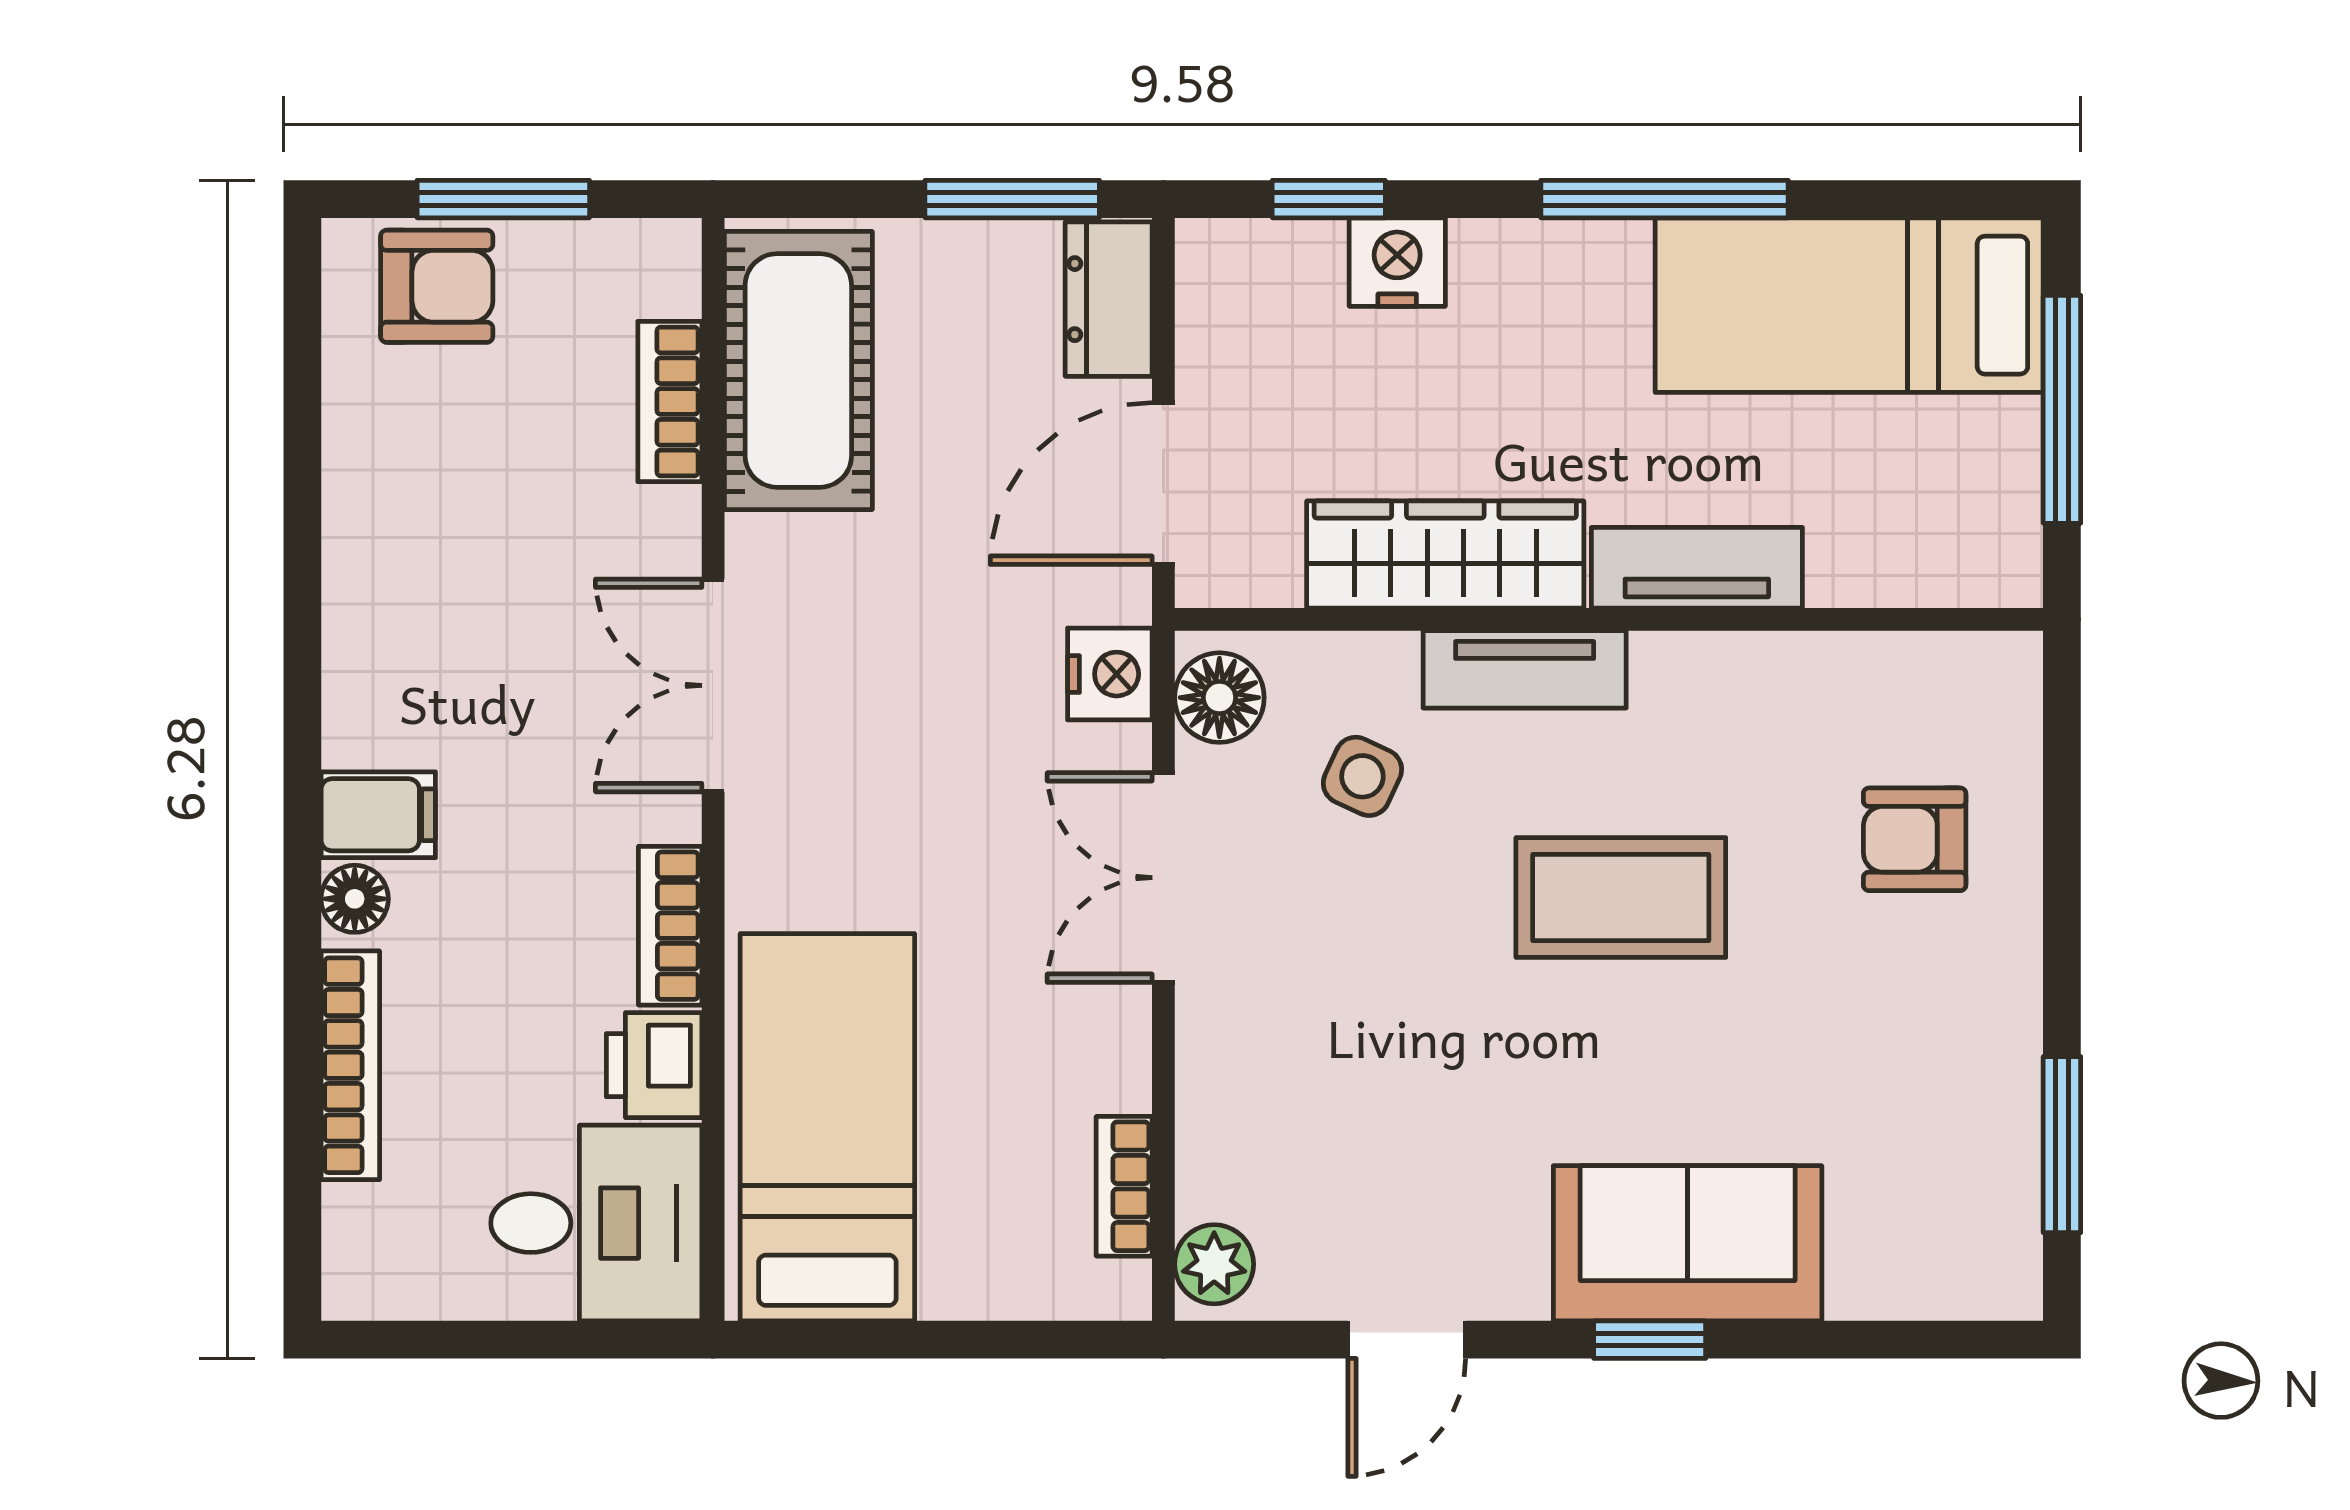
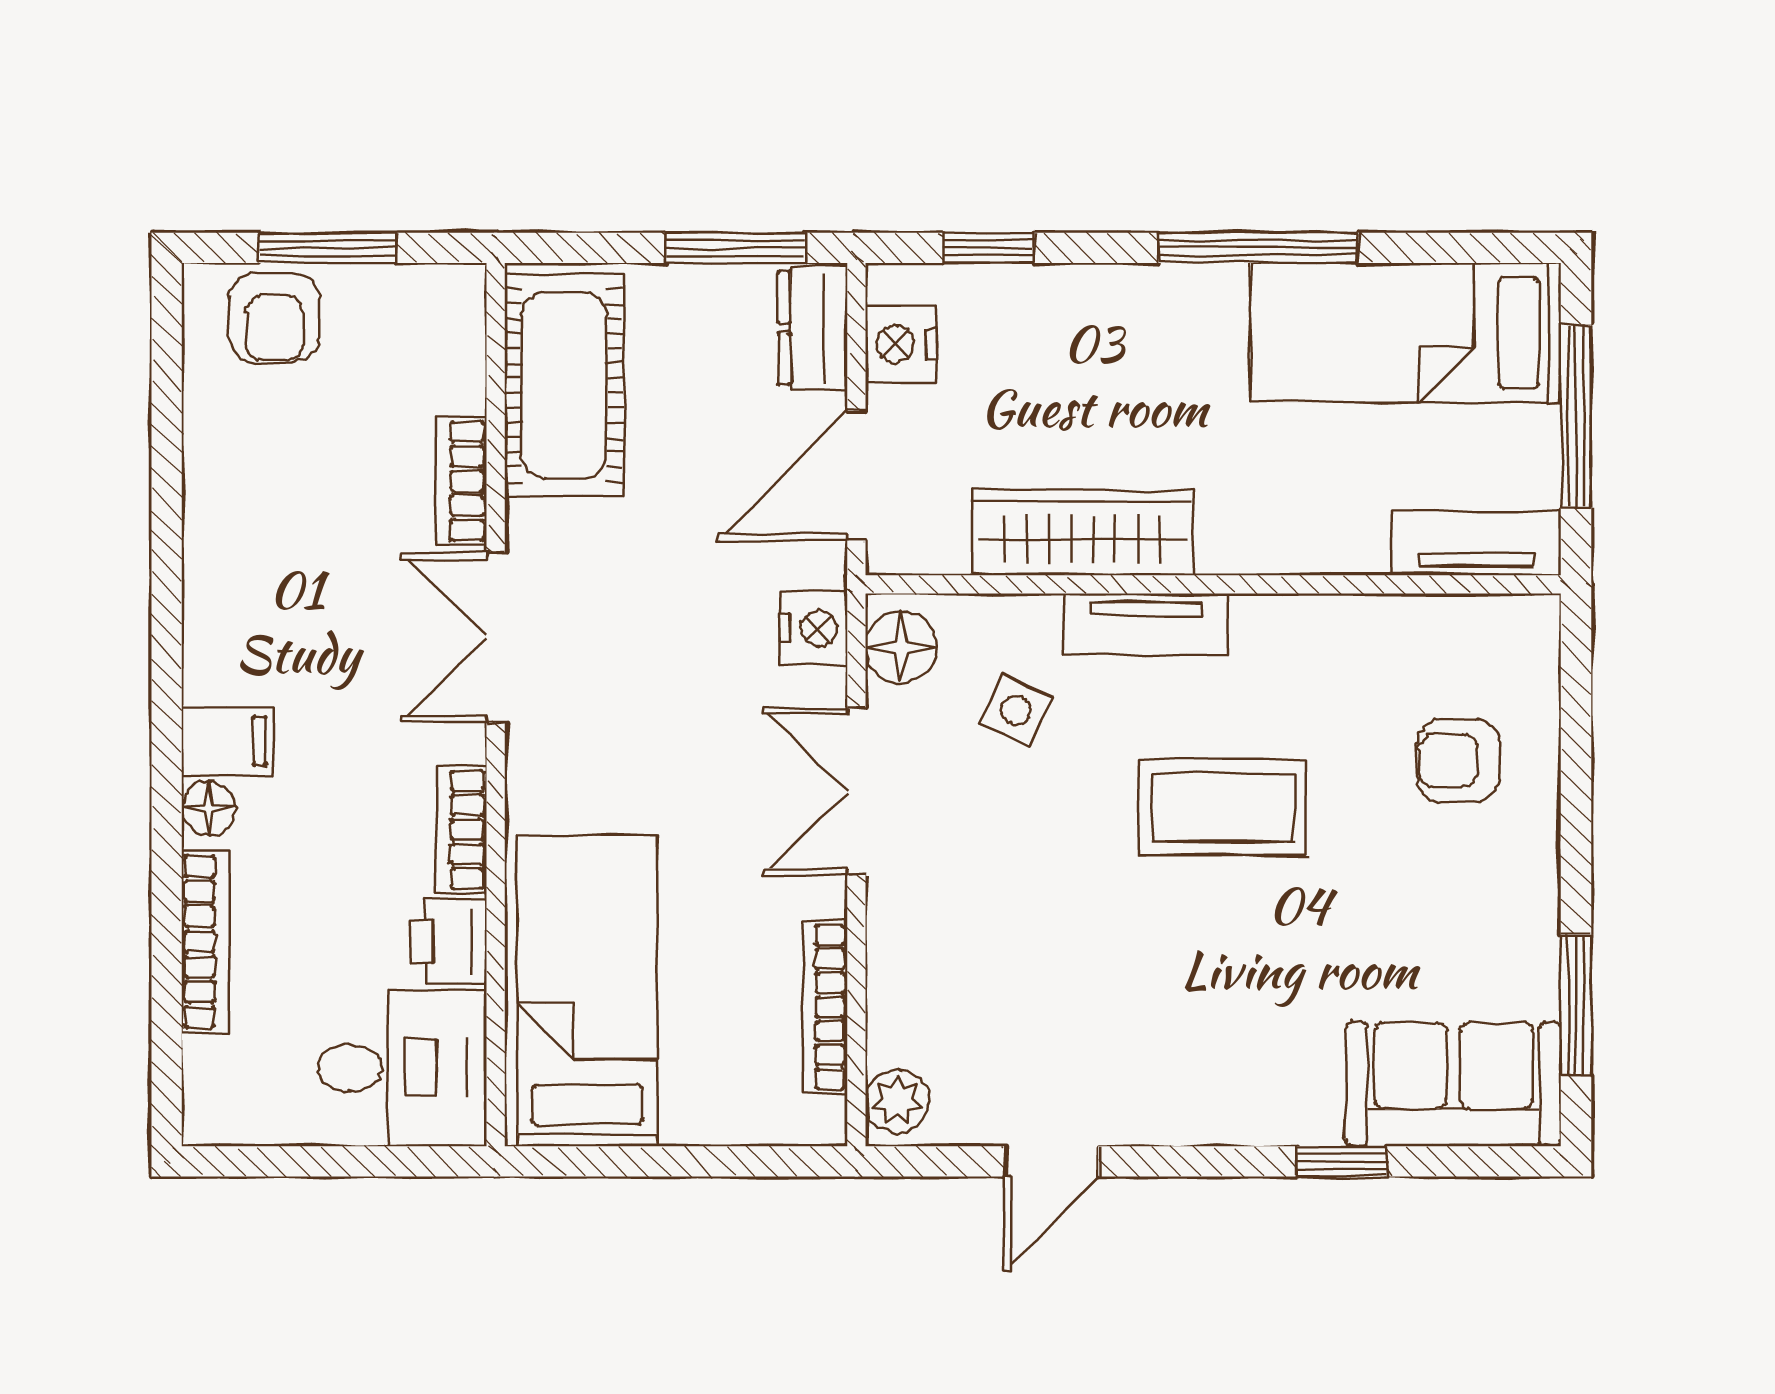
nightstand: (1397, 262) -> (901, 344), moved, turned -90
armchair: (437, 286) -> (274, 318), turned 90
bookcase: (670, 401) -> (461, 481), moved
tv unit: (1697, 568) -> (1476, 543), moved
bookcase: (1124, 1186) -> (825, 1007), width x1.56
sofa: (1688, 1243) -> (1453, 1084), moved
window: (1650, 1340) -> (1342, 1161), moved

